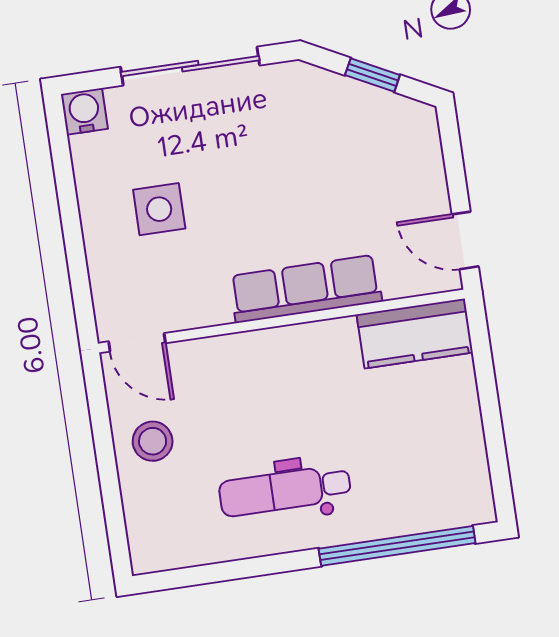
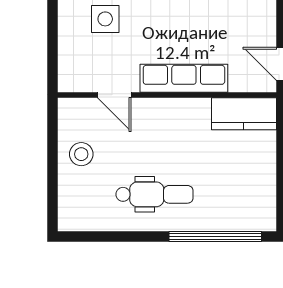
door: (137, 342) -> (114, 95), moved
dental chair: (285, 490) -> (154, 194), turned 180

